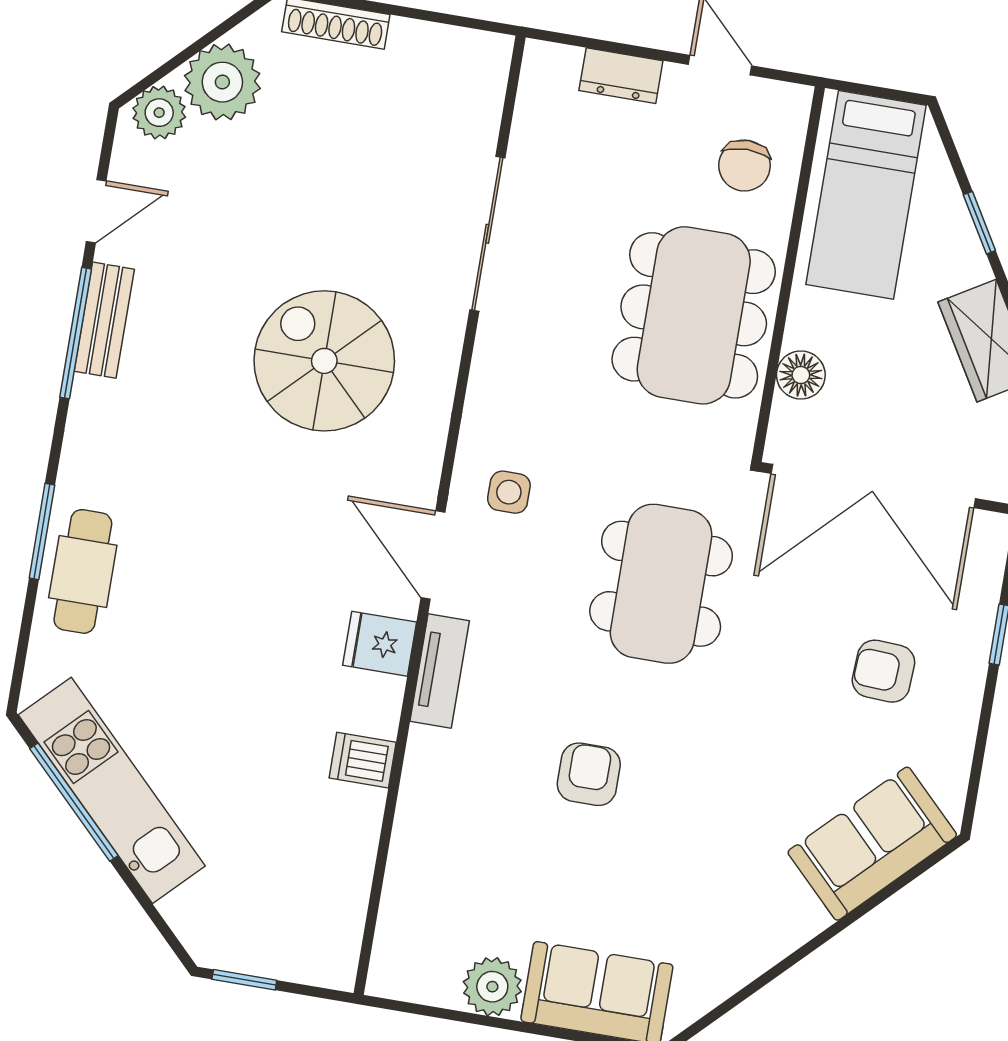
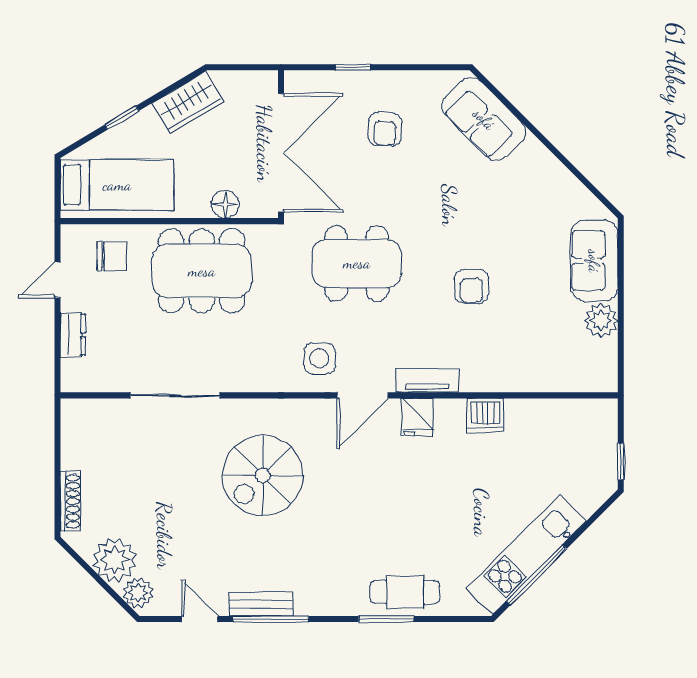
side table: (509, 492) -> (319, 358), width x1.37, depth x1.37
dishwasher: (363, 760) -> (485, 416), width x1.38
armchair: (589, 774) -> (471, 286), turned -90

